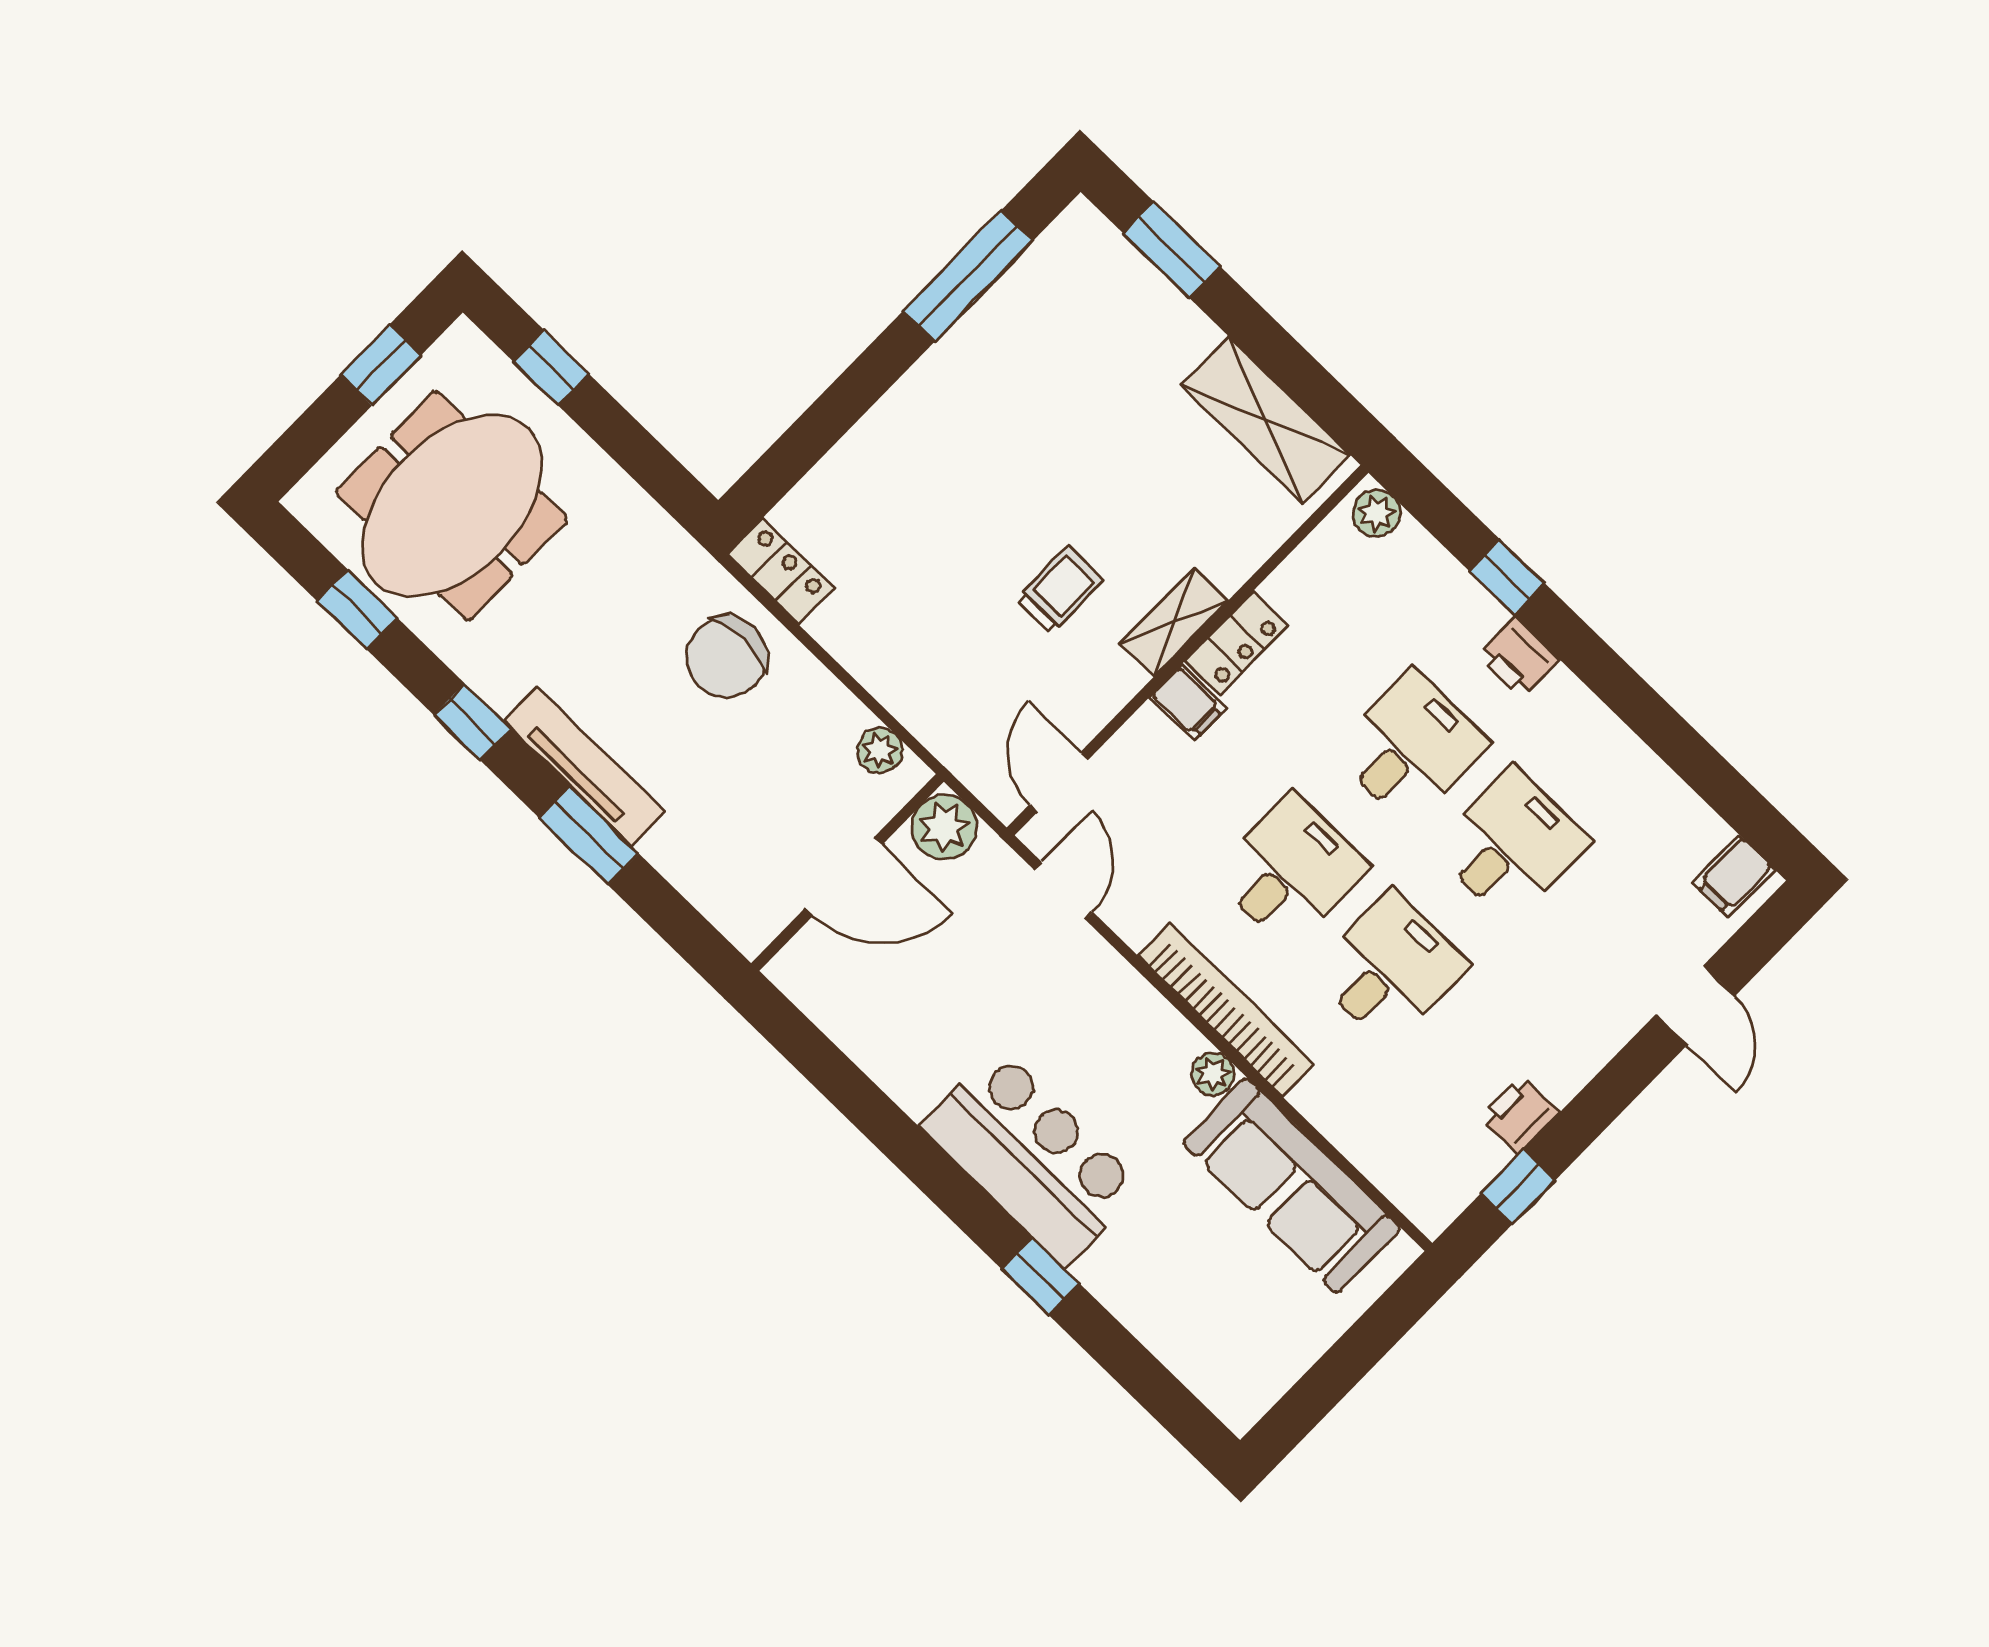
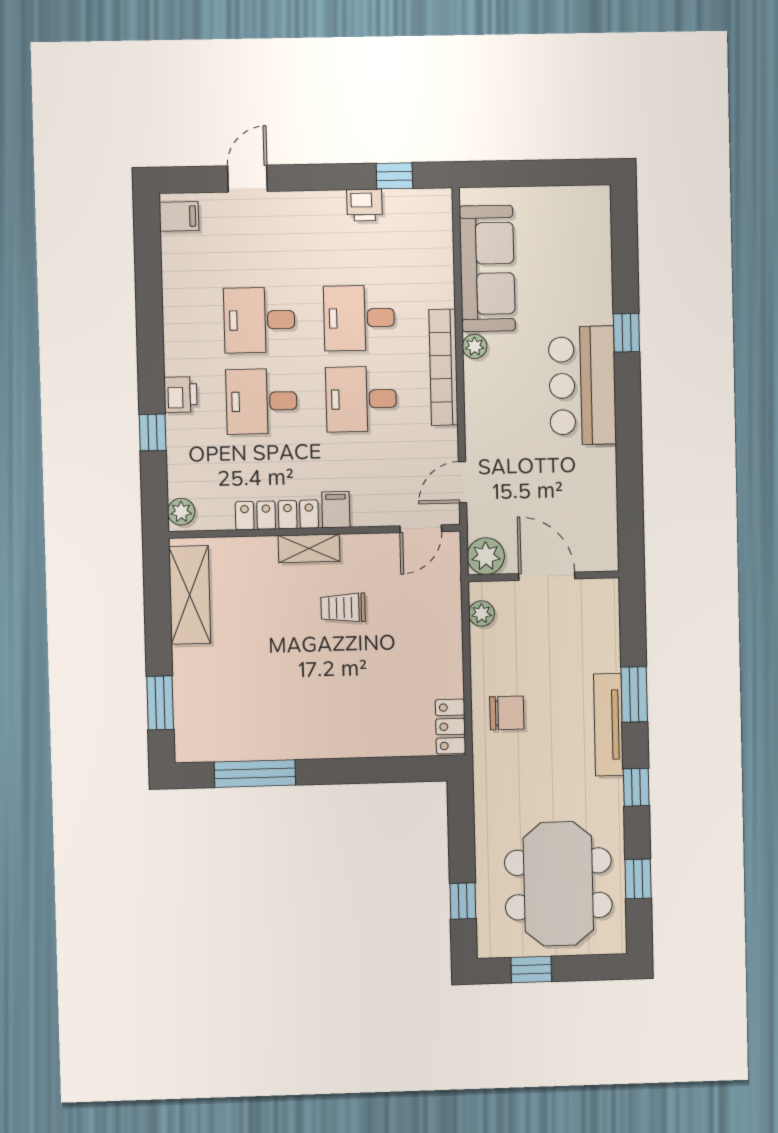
meeting table: (452, 506) -> (558, 884), turned 90
locker: (1236, 643) -> (277, 515), width x1.53
chair: (727, 657) -> (507, 713), width x0.73, depth x0.73

